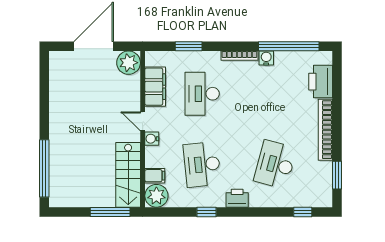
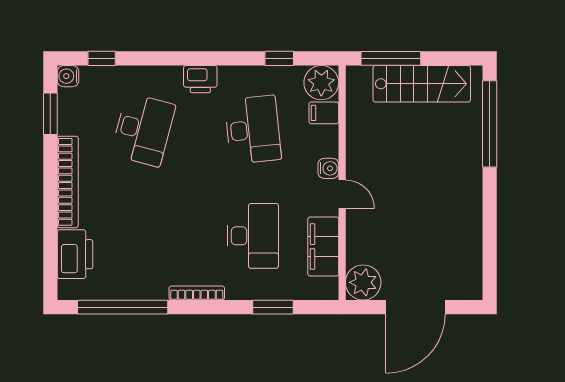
water cooler: (266, 58) -> (68, 76), moved, turned 90
stairs: (128, 175) -> (422, 84), moved, turned 90
window: (207, 212) -> (279, 58), moved

